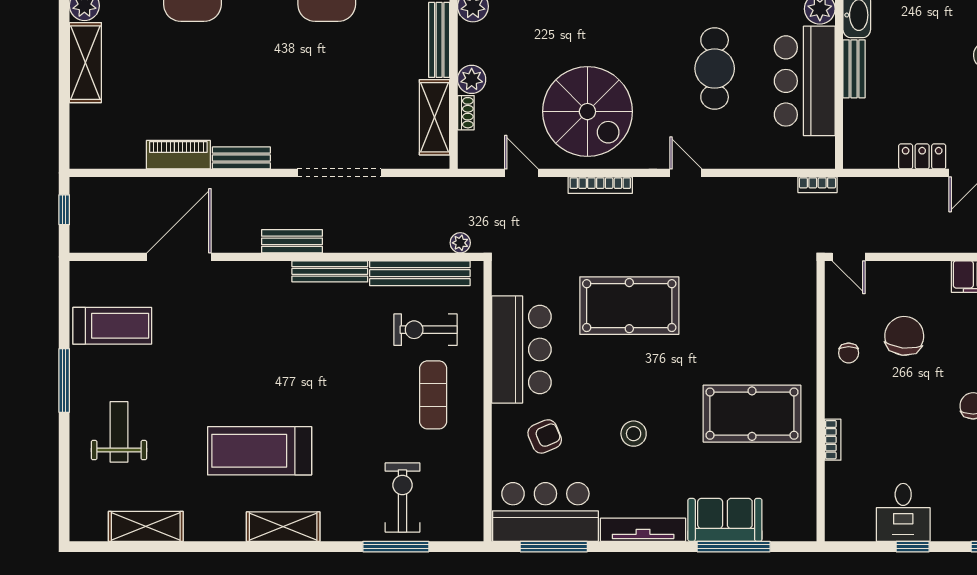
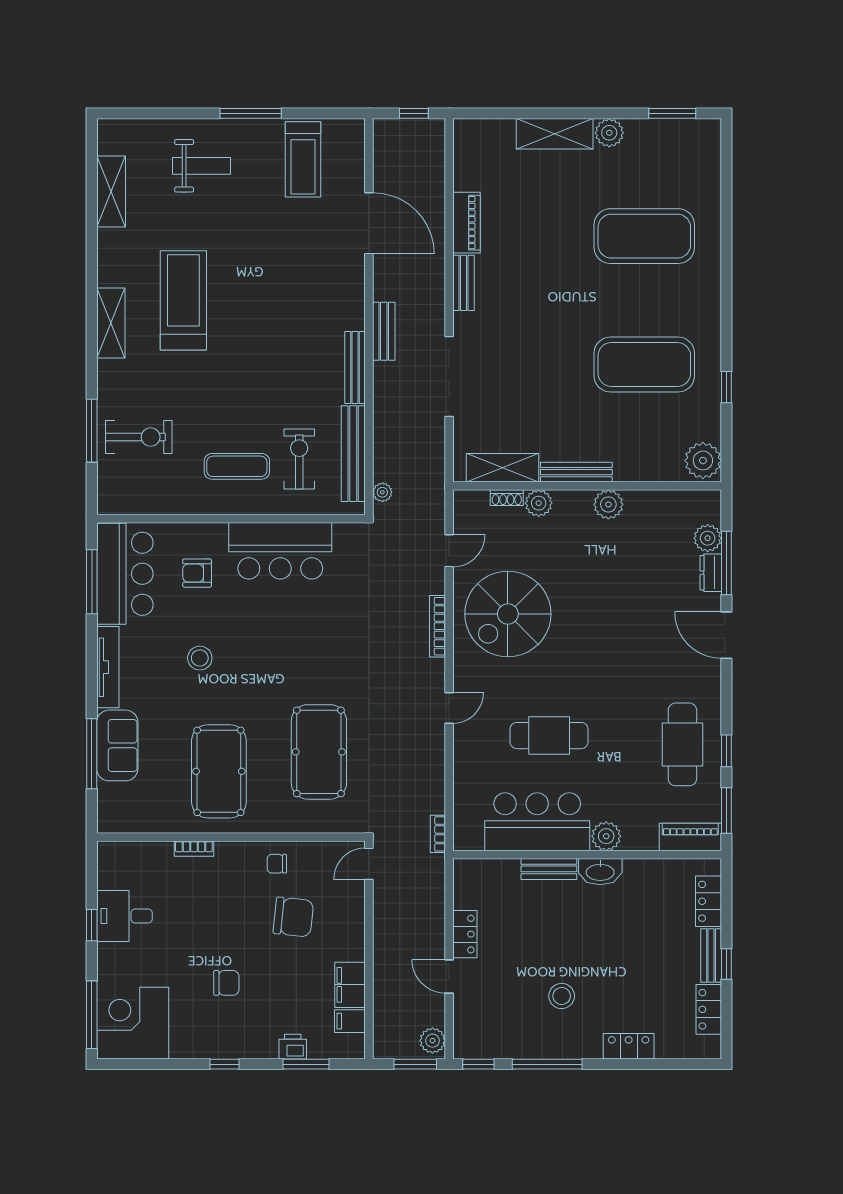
pool table: (629, 306) -> (319, 752), moved
armchair: (545, 436) -> (197, 573), turned 113

